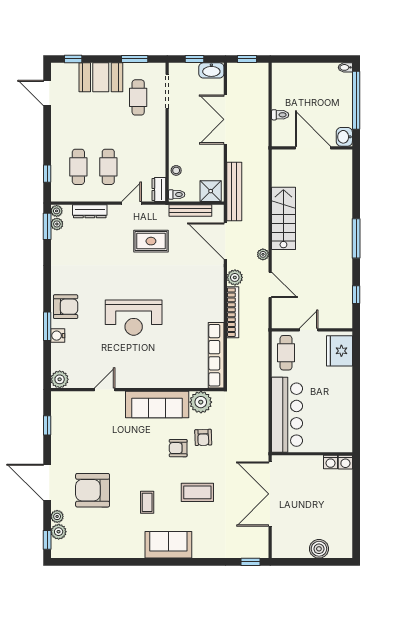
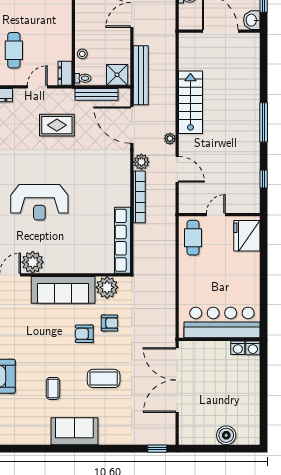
plant: (127, 377) -> (33, 262), added
bar counter: (287, 415) -> (222, 323), moved, turned -90
armchair: (203, 437) -> (110, 323), turned -88

